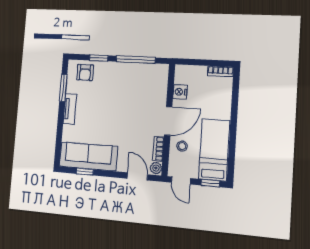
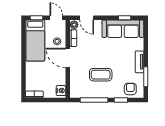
nightstand: (180, 92) -> (61, 91), moved
coffee table: (124, 94) -> (101, 75), added
door: (168, 121) -> (68, 58), hinge flipped

